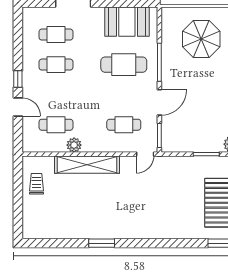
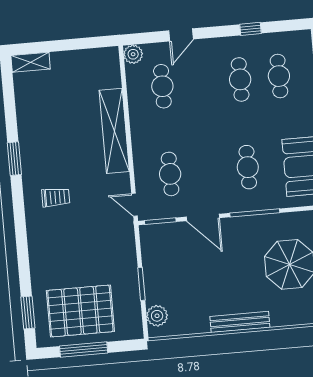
cafe table: (124, 65) -> (248, 167), width x0.73, depth x0.74
window: (18, 79) -> (251, 29), moved
plant: (74, 145) -> (133, 54), moved
trolley: (37, 184) -> (56, 197), moved
shelving: (29, 224) -> (31, 62), added

